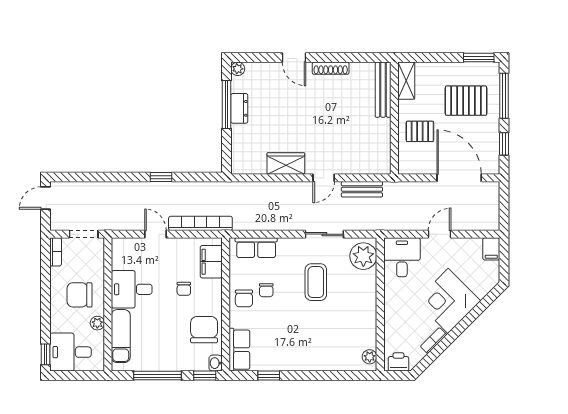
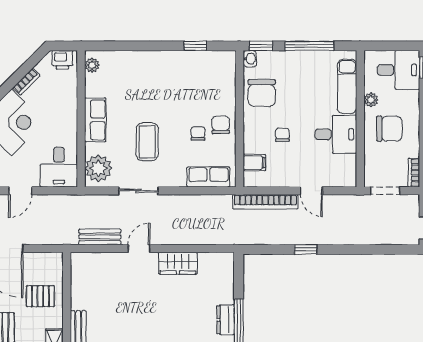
filing cabinet: (211, 262) -> (254, 163), width x0.50
row of seats: (239, 350) -> (95, 120), moved, turned 180

